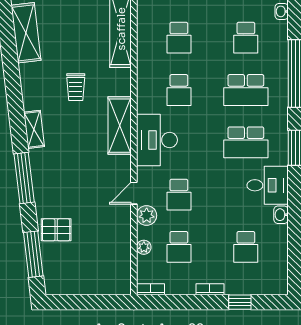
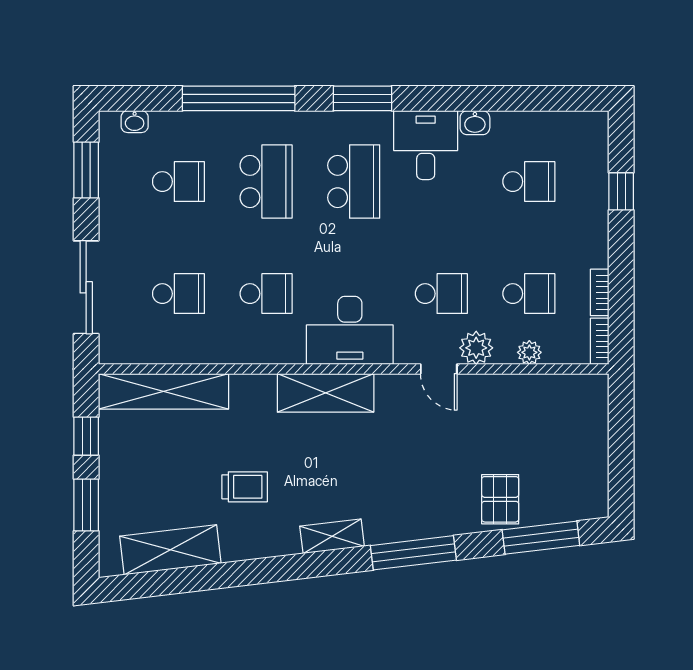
trolley: (76, 87) -> (245, 487), moved
bookcase: (210, 289) -> (600, 292), moved

